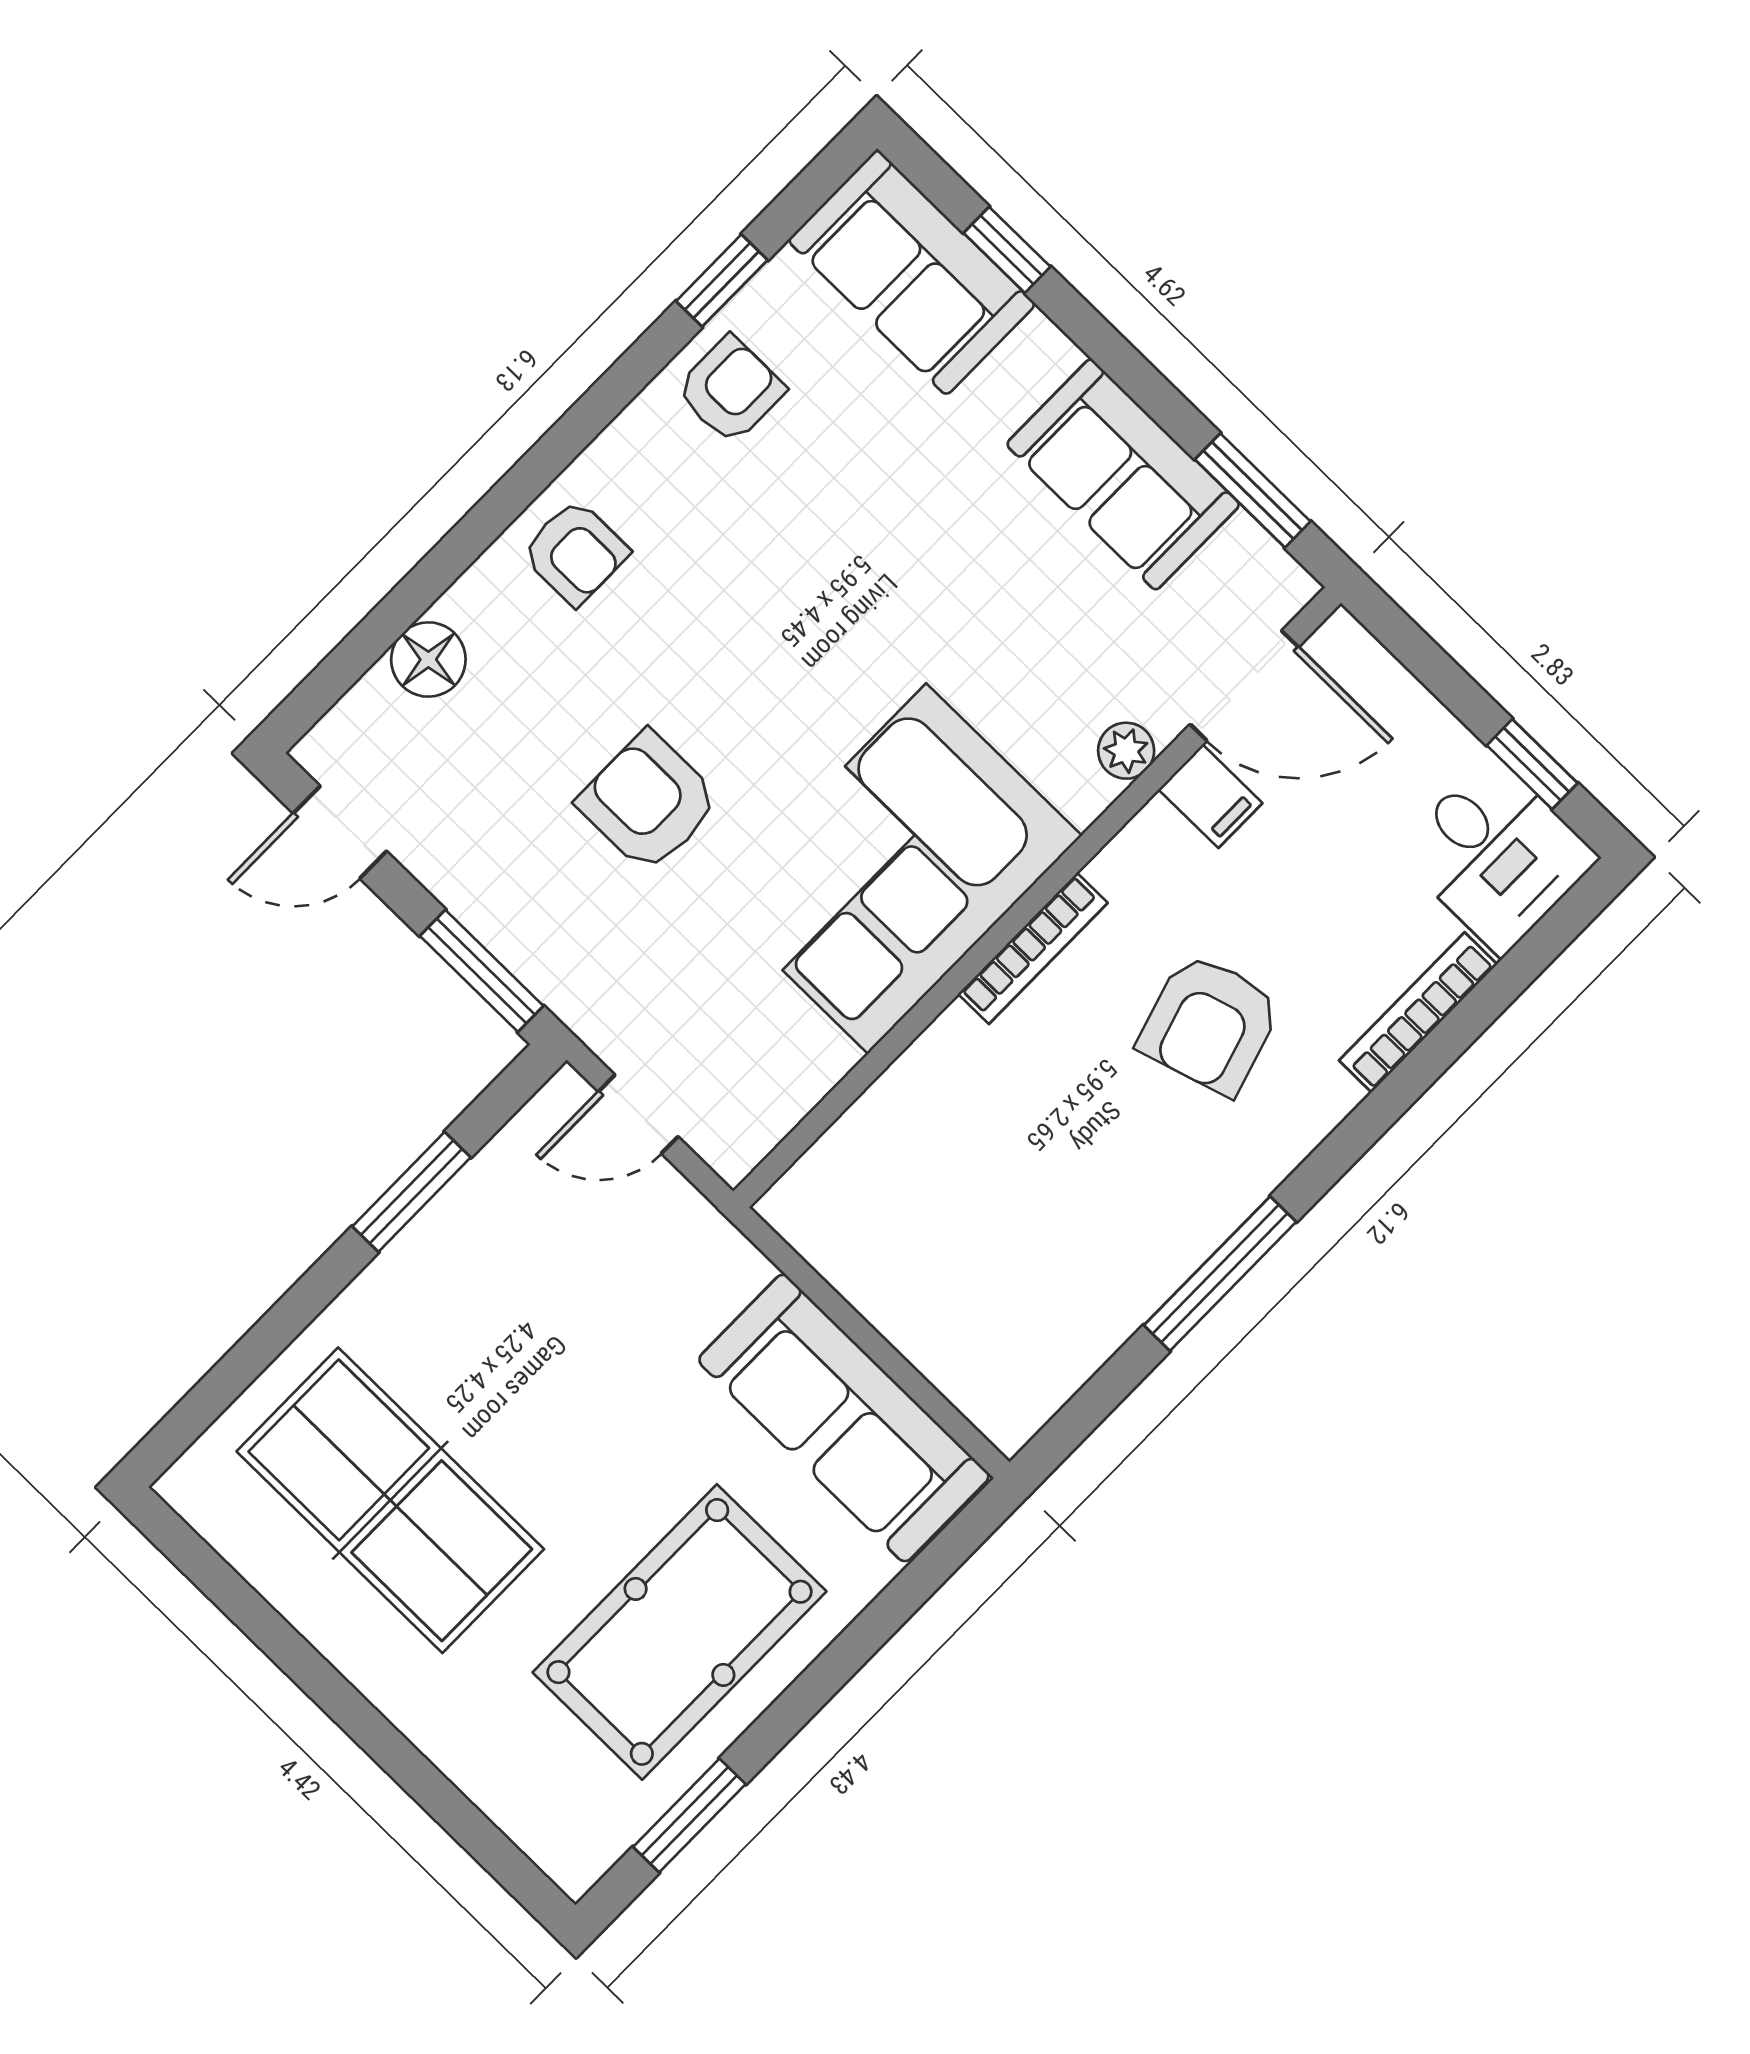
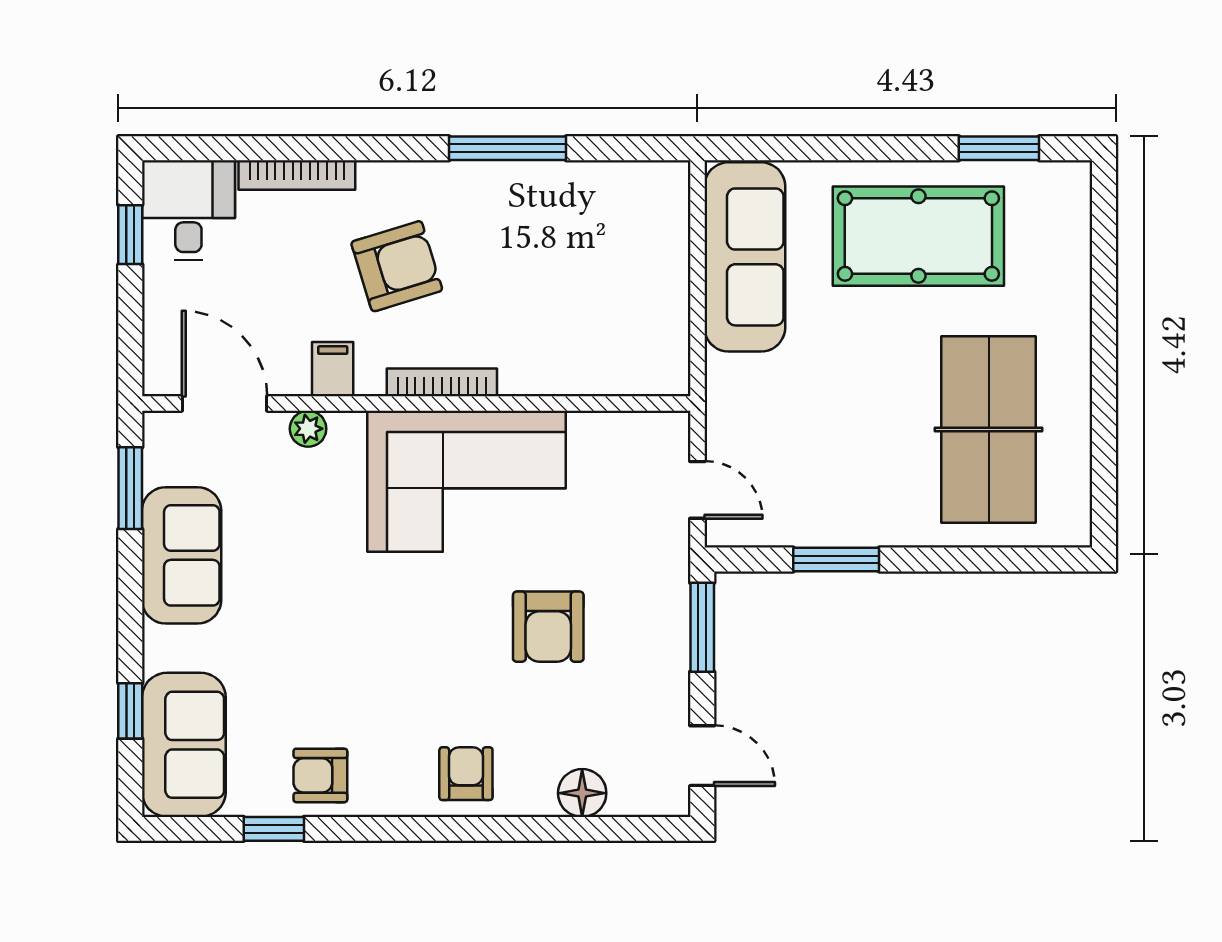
filing cabinet: (1210, 796) -> (333, 369), moved

